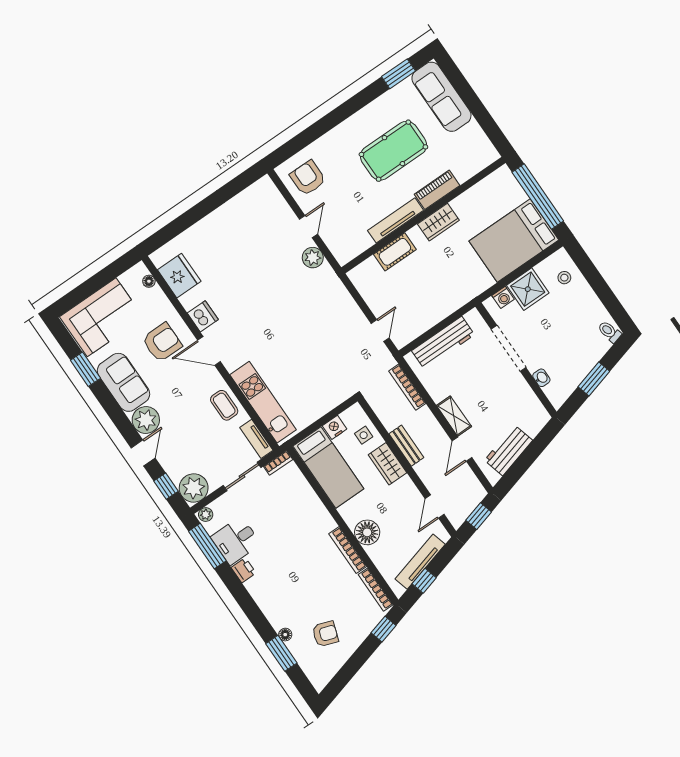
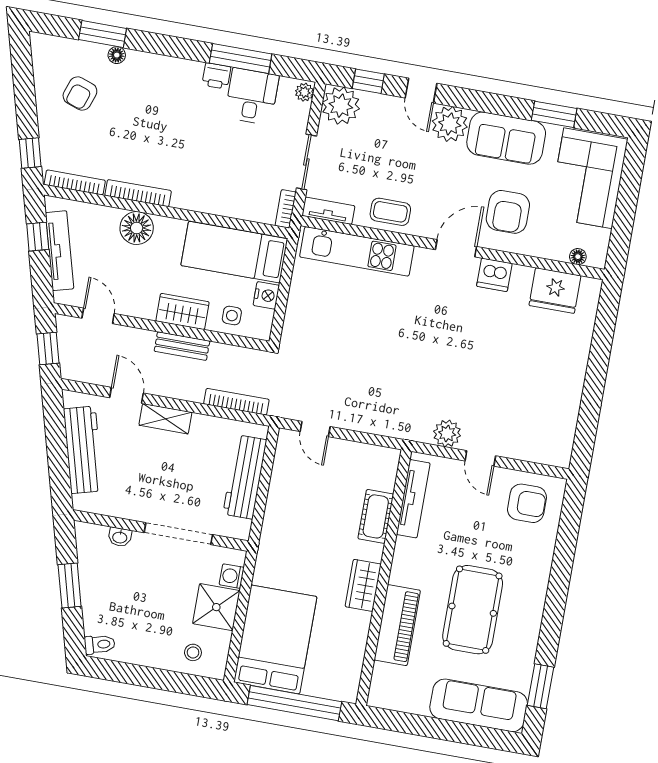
piano: (437, 190) -> (397, 625), width x1.37, depth x1.33
tv unit: (396, 220) -> (413, 499), moved
workbench: (508, 450) -> (83, 450), width x1.38
window: (207, 546) -> (241, 59), moved

